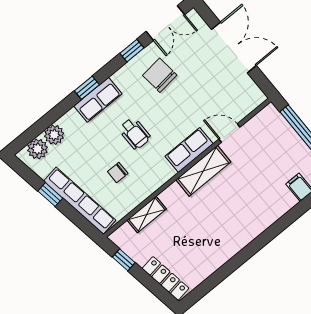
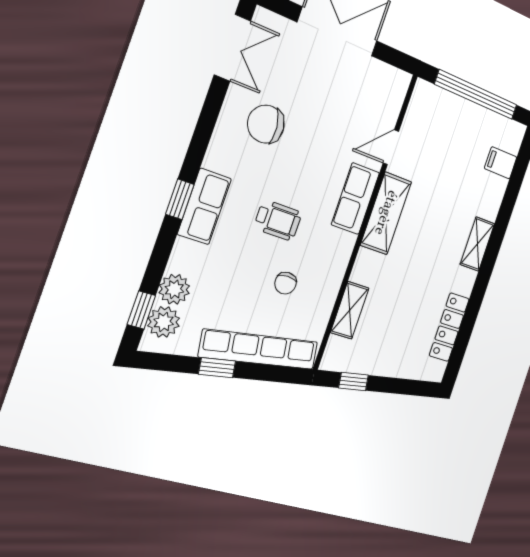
window: (132, 51) -> (141, 310), moved
shelving: (254, 229) -> (477, 244), added
locker: (166, 278) -> (449, 327), moved, turned -81

